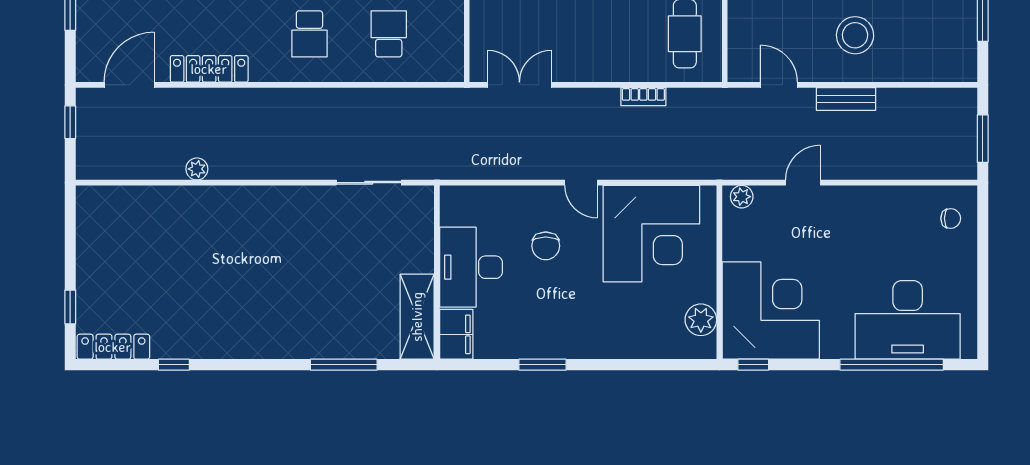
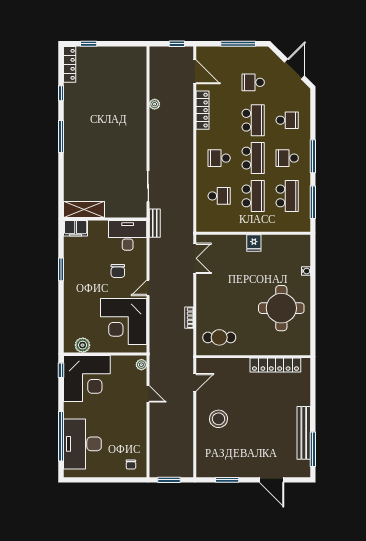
bench: (846, 99) -> (155, 223), moved
chair: (546, 246) -> (118, 271), turned -90
desk: (471, 267) -> (128, 235), moved
window: (344, 365) -> (61, 137), moved

